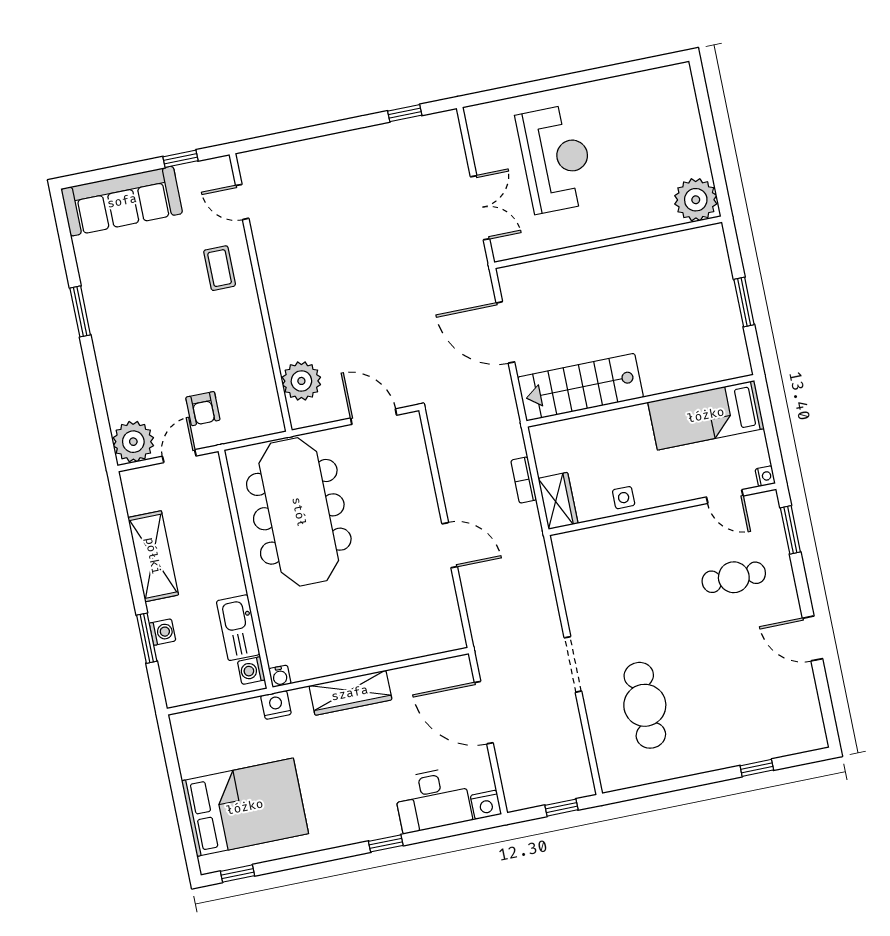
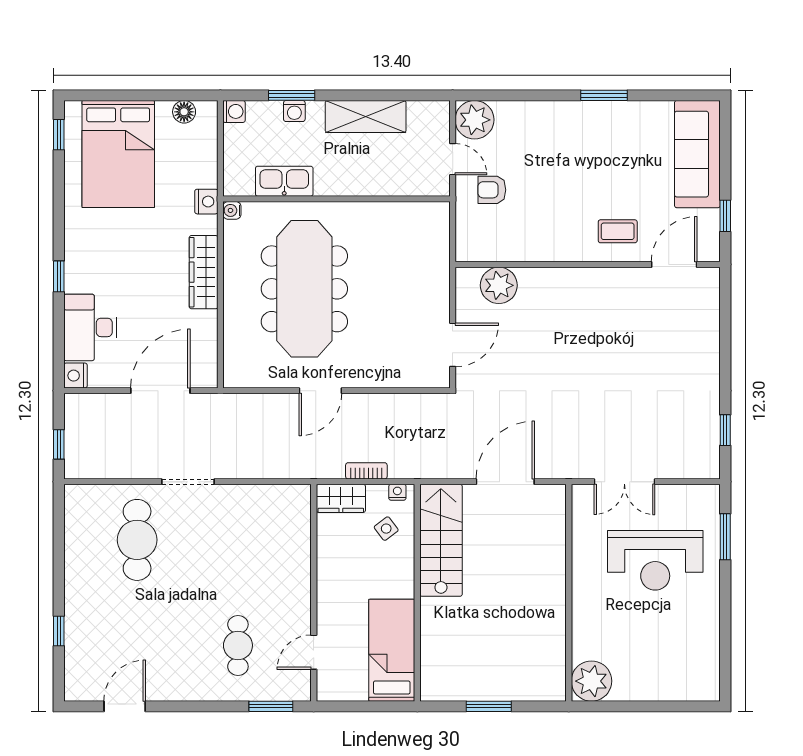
window: (516, 90) -> (725, 537), added
door: (242, 202) -> (674, 264), width x1.38
nightstand: (765, 476) -> (397, 492), moved, turned 180
side table: (624, 498) -> (386, 529), moved, turned -37
meeting table: (299, 512) -> (304, 289), moved, turned 90
door: (813, 638) -> (125, 706), moved
washing machine: (251, 671) -> (234, 111), moved, turned 90
cafe table: (645, 705) -> (137, 540), turned 90
floor lamp: (187, 747) -> (184, 112), added

